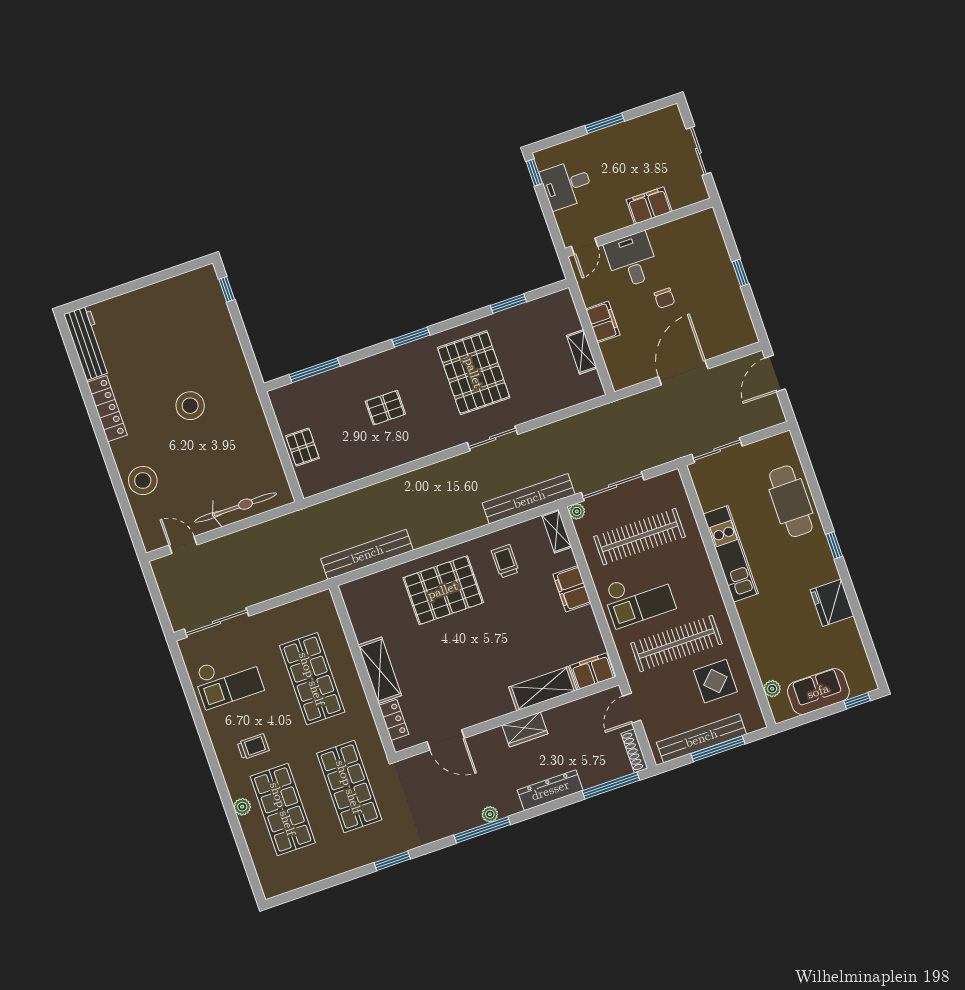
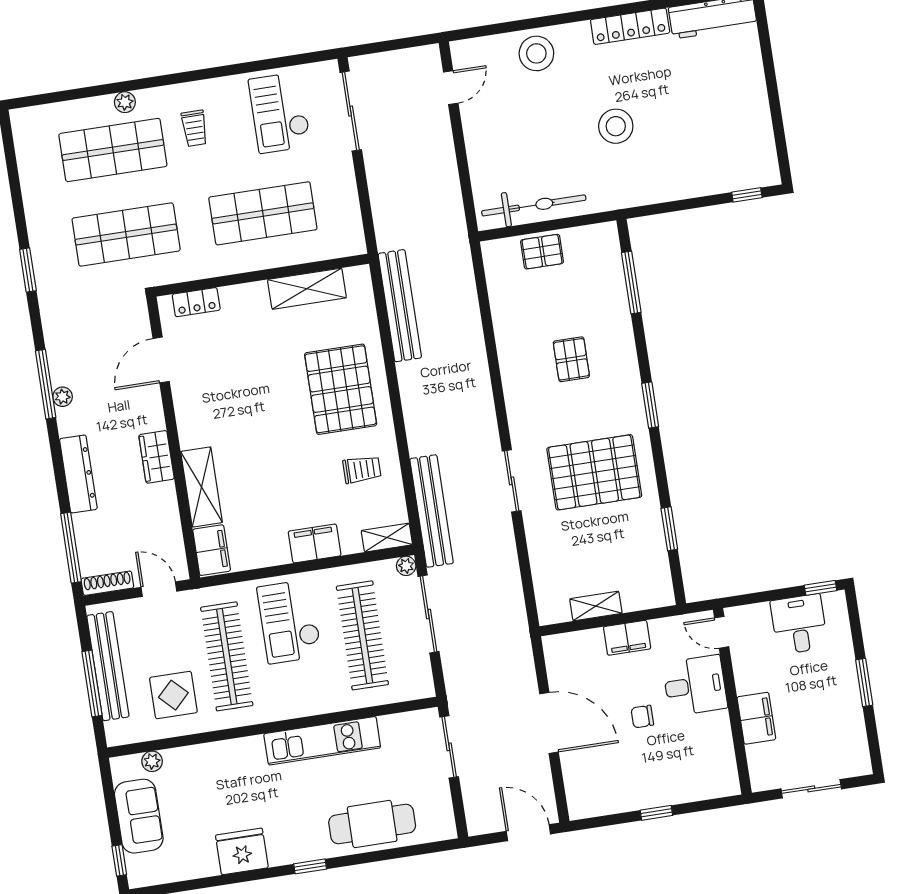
bicycle: (236, 508) -> (534, 205), moved, turned -90
shelving: (380, 670) -> (307, 289), moved

